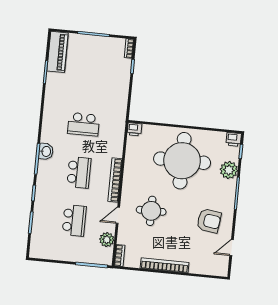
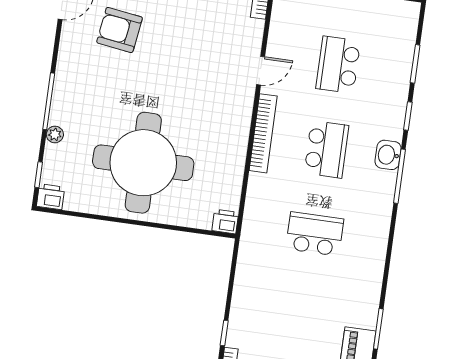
washbasin: (46, 151) -> (388, 155), moved
plant: (229, 170) -> (55, 134), width x0.53, depth x0.53
school desk: (79, 172) -> (326, 149), turned 180
round table: (151, 211) -> (201, 76), removed
armchair: (209, 221) -> (120, 30), moved
plant: (107, 240) -> (282, 29), removed

